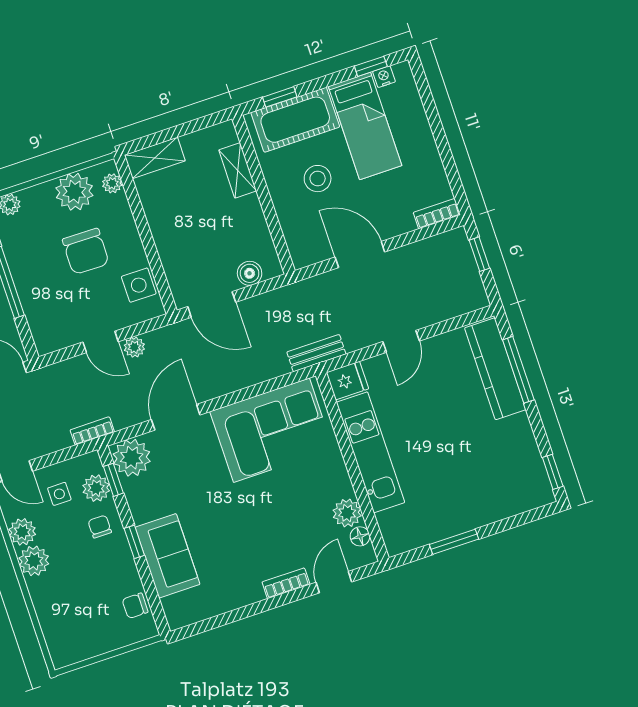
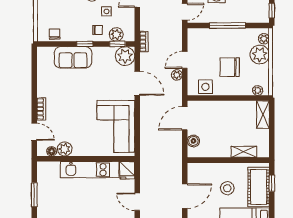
plant: (74, 192) -> (260, 55), moved
bench: (316, 353) -> (145, 160), removed
side table: (59, 494) -> (107, 11), moved

